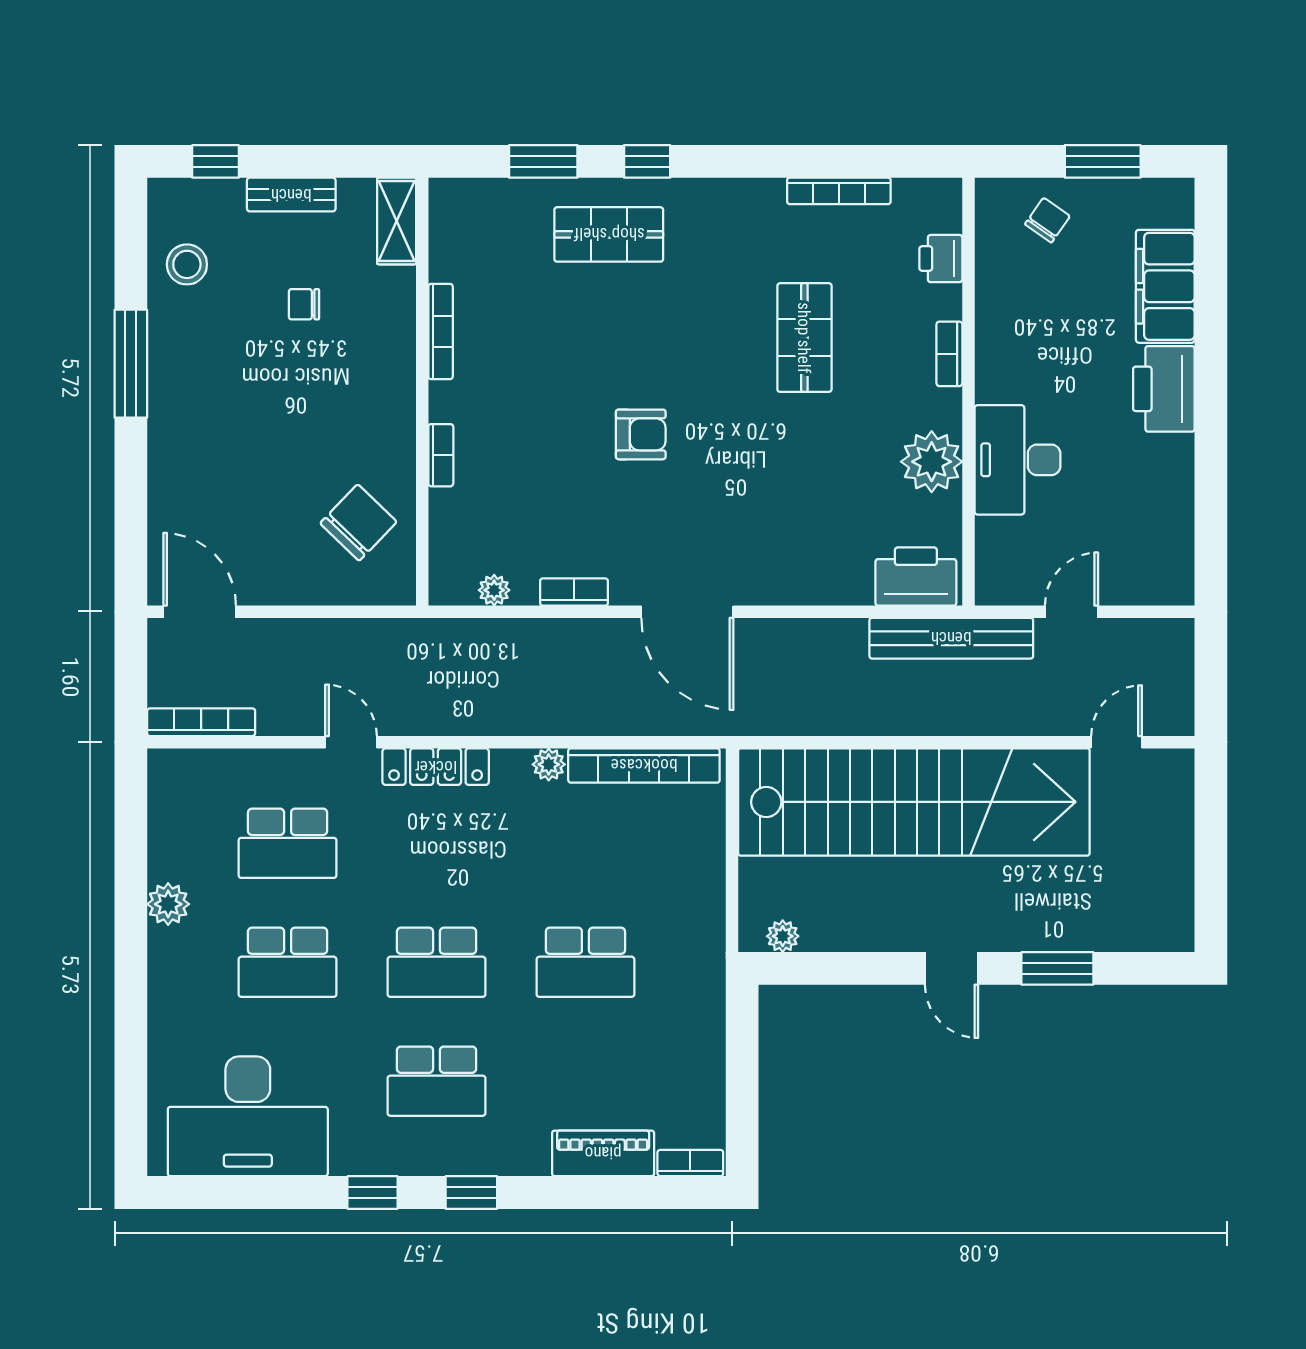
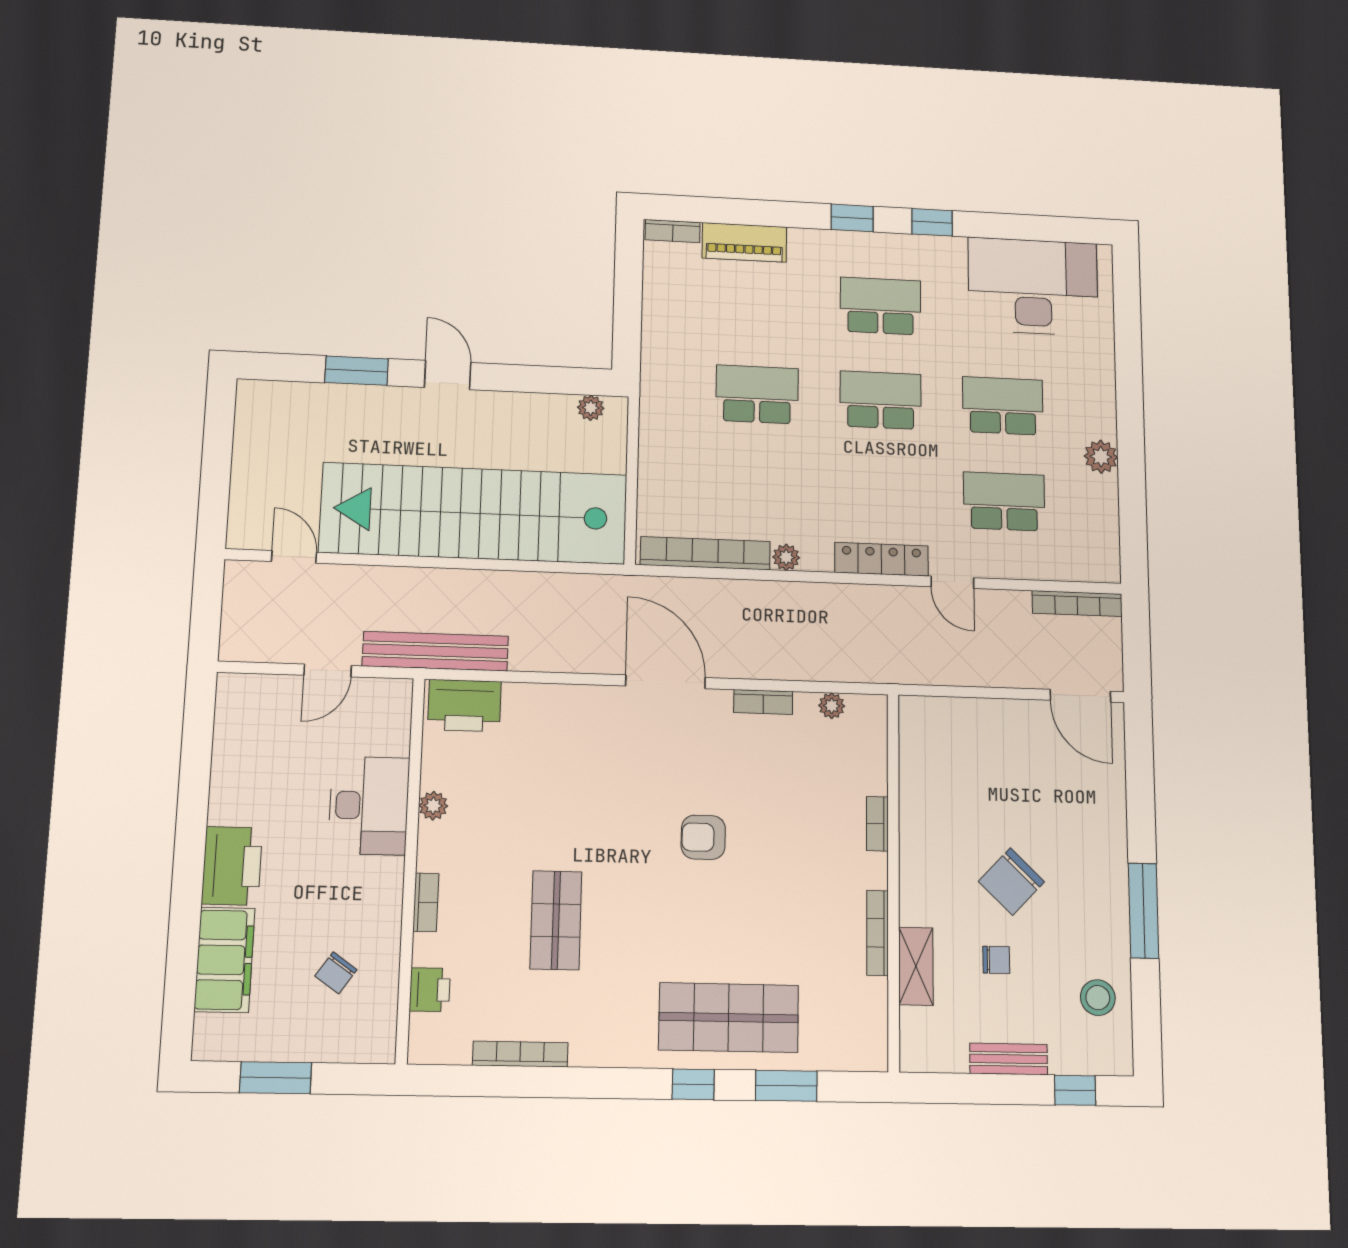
chair: (1047, 220) -> (336, 973), moved
shelving: (397, 221) -> (916, 966), moved
shop shelf: (609, 234) -> (729, 1018), width x1.43, depth x1.36
plant: (932, 462) -> (433, 806), width x0.53, depth x0.53
chair: (358, 523) -> (1011, 882), moved
door: (1117, 742) -> (294, 557), swing flipped

